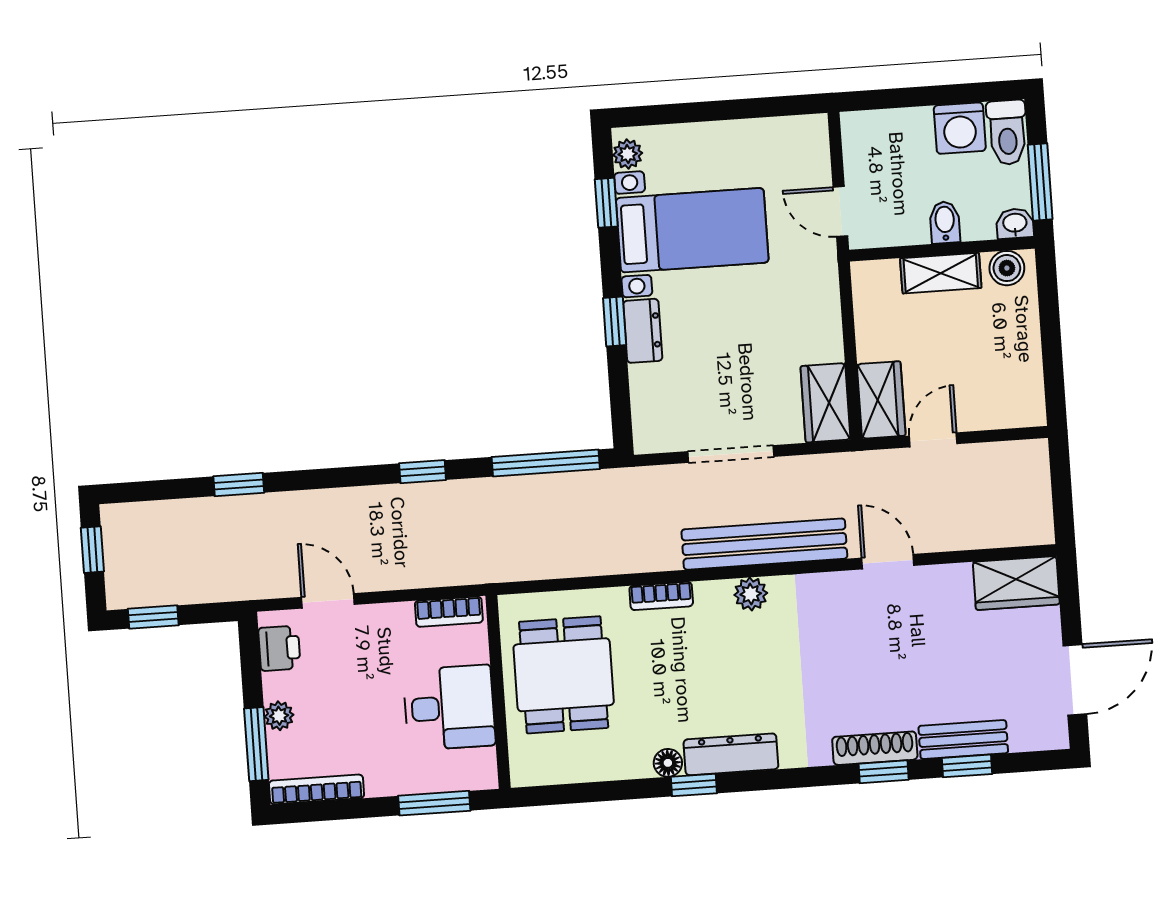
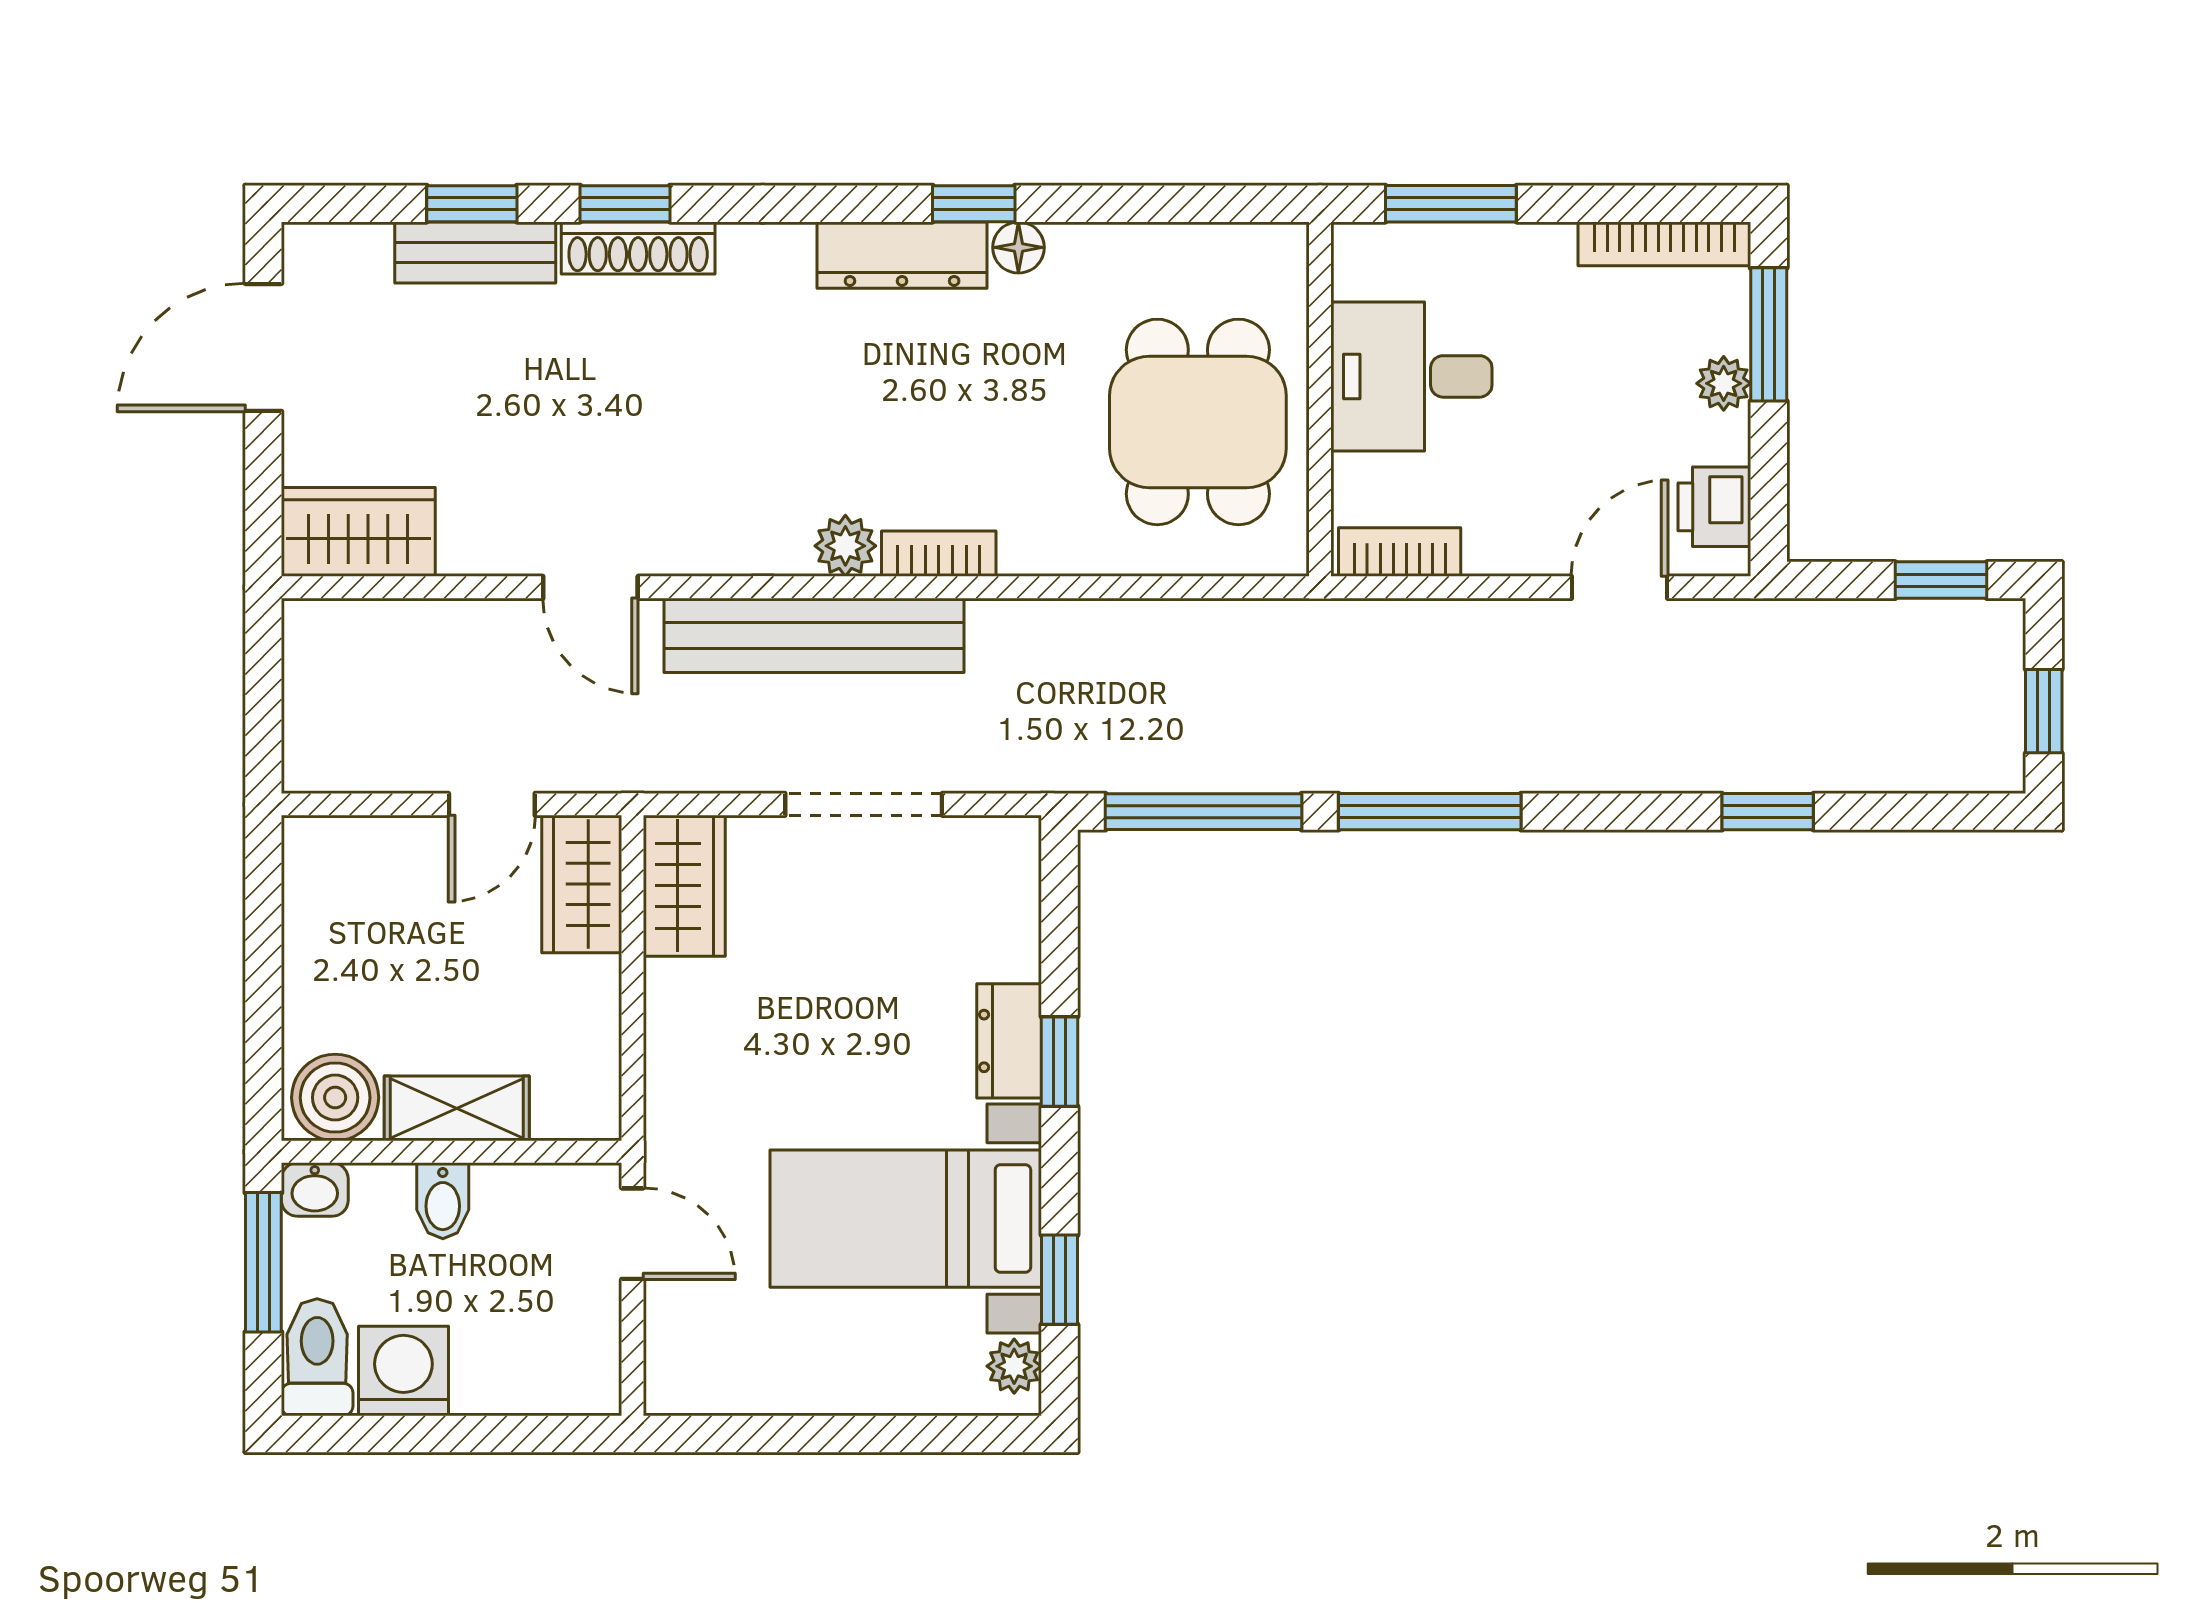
boiler: (1007, 268) -> (335, 1098), width x1.36, depth x1.36
window: (423, 472) -> (1430, 812), width x2.17
bookcase: (661, 596) -> (939, 554), moved
door: (328, 601) -> (1619, 587), swing flipped

